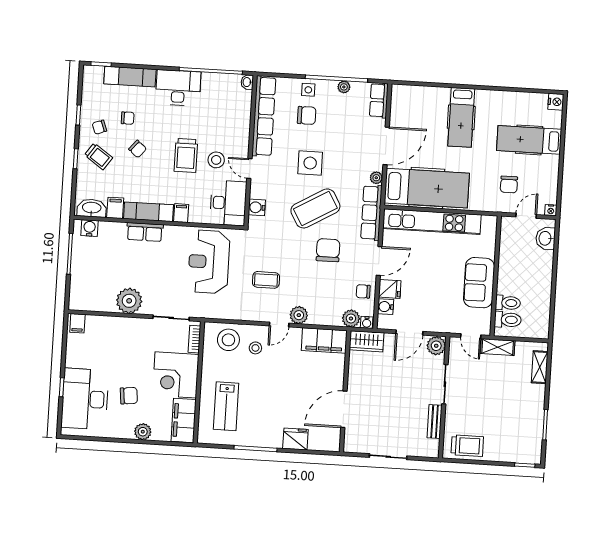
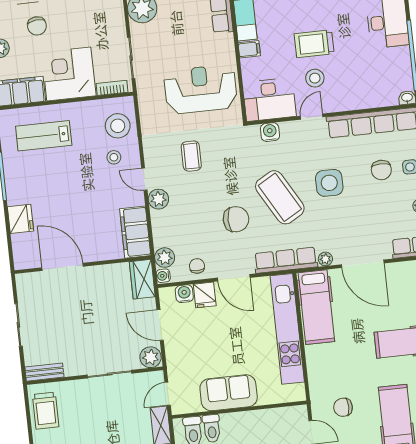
hospital bed: (427, 188) -> (316, 307), width x0.73, depth x0.78
bench: (435, 421) -> (44, 372), moved

